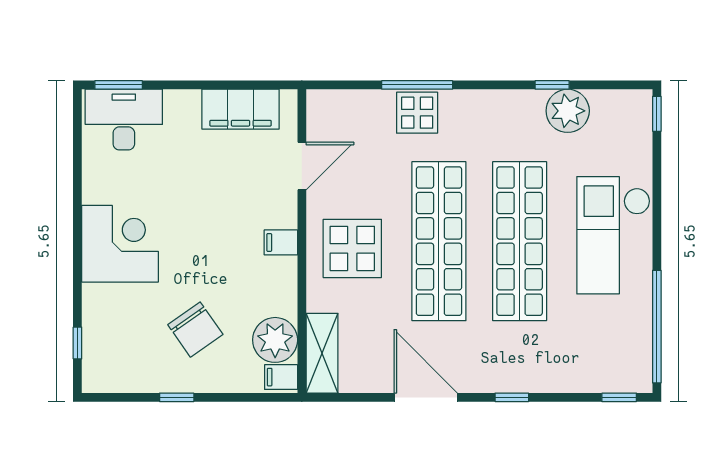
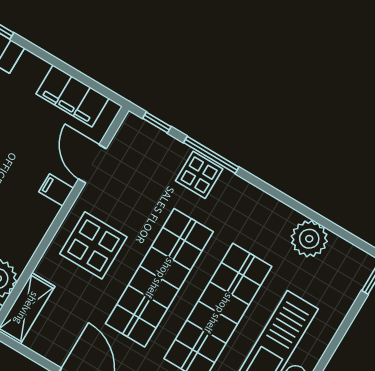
window: (552, 85) -> (157, 122), moved
door: (302, 166) -> (92, 164), swing flipped
filing cabinet: (281, 242) -> (56, 190), moved

